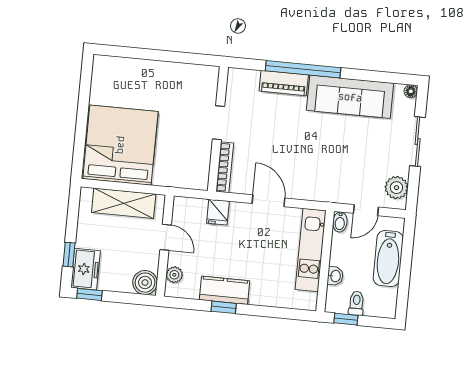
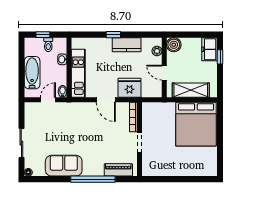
piano: (284, 83) -> (118, 170), moved
sofa: (350, 97) -> (64, 166), width x0.73
plant: (396, 188) -> (31, 115), removed
fridge: (218, 212) -> (129, 88), width x1.88, depth x1.34
window: (89, 294) -> (206, 35), removed
window: (224, 307) -> (113, 35), moved
window: (346, 319) -> (43, 35), moved

